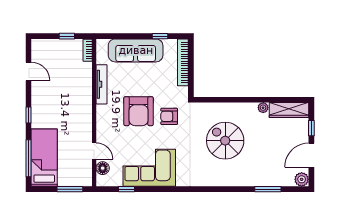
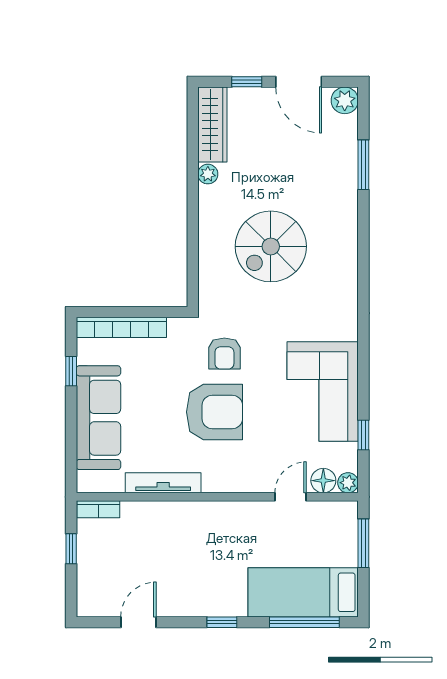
plant: (102, 181) -> (348, 483), added

